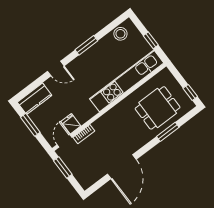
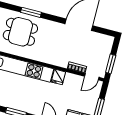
fridge: (71, 124) -> (58, 77), moved

